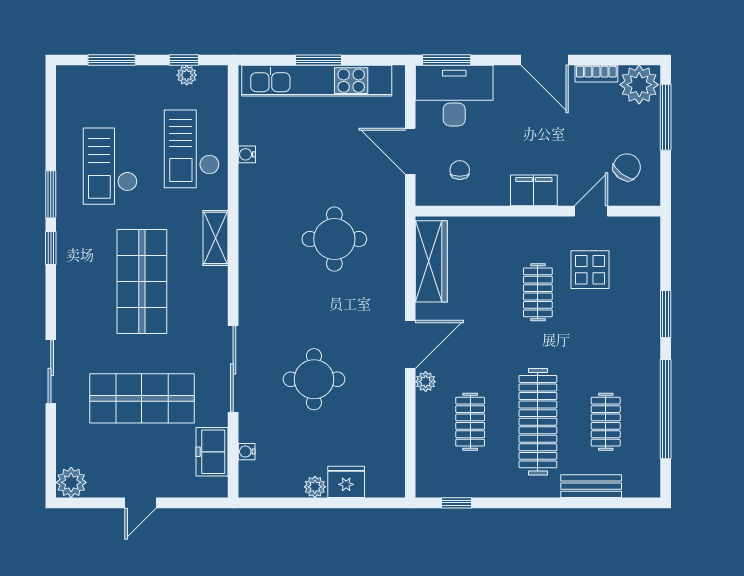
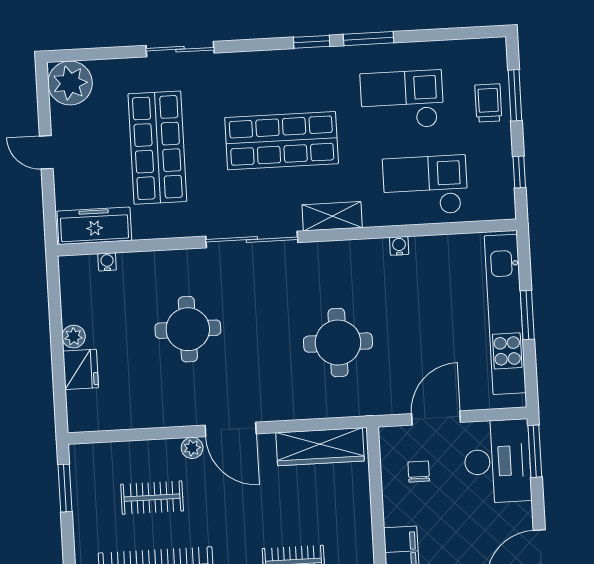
plant: (187, 75) -> (503, 176), removed
trolley: (117, 85) -> (488, 103), added
water cooler: (247, 154) -> (399, 246), moved
chair: (460, 170) -> (419, 472), turned -90
sliding door: (233, 369) -> (252, 239), moved
freezer: (212, 452) -> (94, 226), width x1.40
plant: (71, 482) -> (70, 83), width x1.36, depth x1.36
window: (457, 503) -> (65, 488), width x1.50

